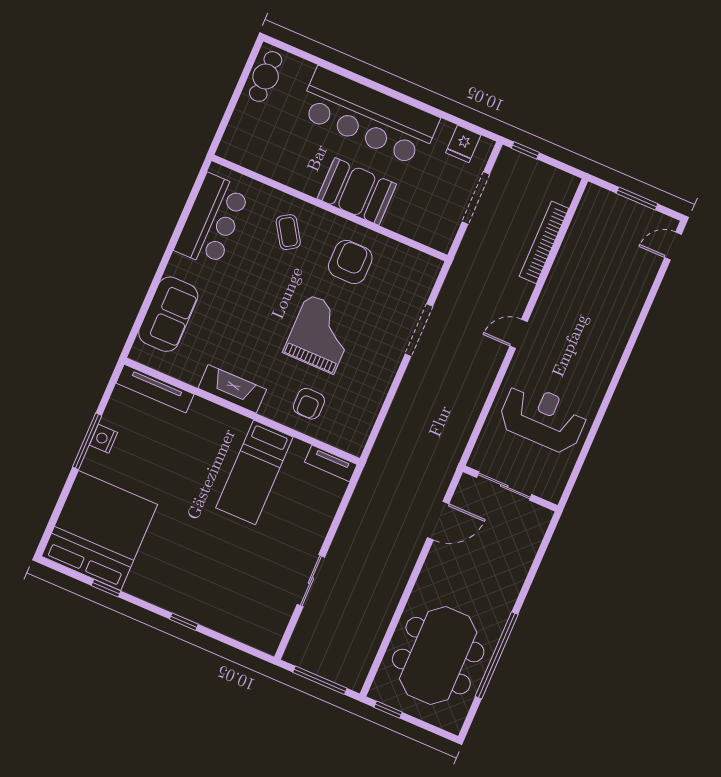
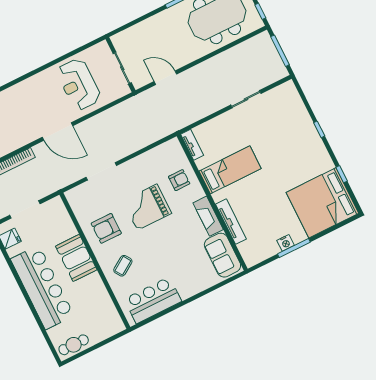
sofa: (168, 314) -> (222, 255), moved, turned -90
door: (519, 334) -> (58, 131), width x1.87
tv unit: (155, 389) -> (231, 222), moved

